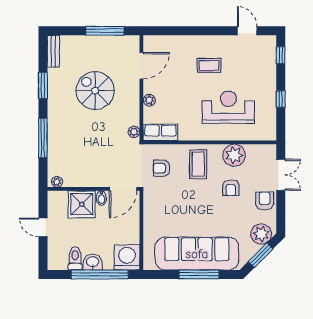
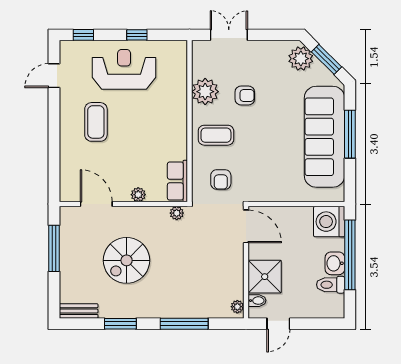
coffee table: (209, 65) -> (96, 122), width x1.36, depth x1.30
reception desk: (228, 107) -> (124, 69), moved, turned 90
bidet: (101, 198) -> (257, 301), moved
armchair: (265, 201) -> (261, 54), removed
door: (43, 227) -> (278, 324), moved

